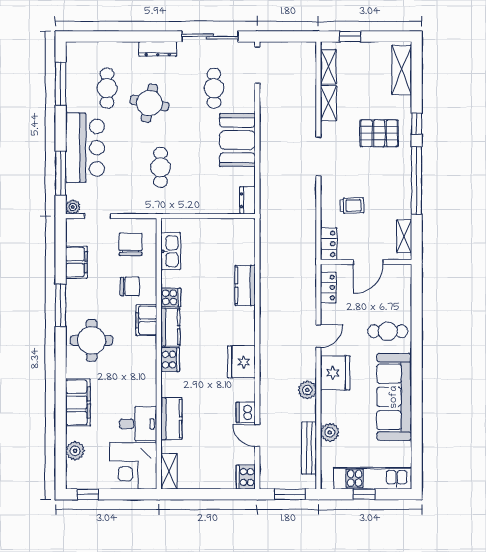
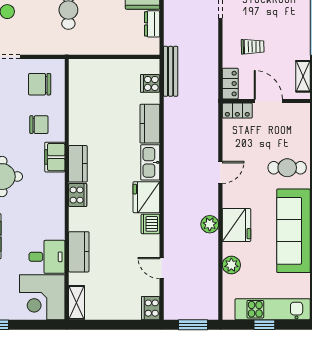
dresser: (247, 200) -> (152, 24), moved
chair: (131, 244) -> (40, 84), turned -90
kitchen sink: (171, 251) -> (150, 162), moved, turned 180
door: (368, 262) -> (268, 101), swing flipped
locker: (328, 287) -> (237, 111), moved, turned 90
cooker: (171, 297) -> (150, 83), moved, turned 180
fridge: (335, 373) -> (237, 225), moved
dishwasher: (246, 412) -> (150, 224), moved
bench: (309, 448) -> (171, 71), moved

